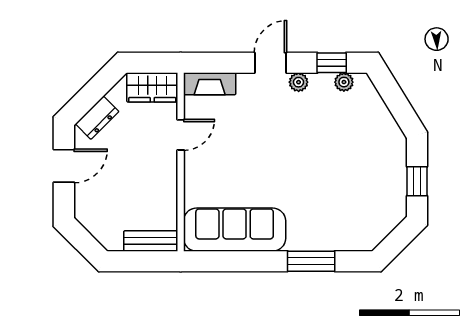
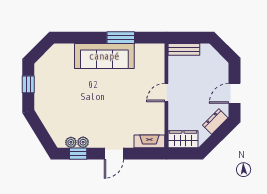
plant: (299, 82) -> (83, 142), moved
door: (181, 135) -> (166, 92), moved
sofa: (235, 230) -> (104, 56), moved
window: (311, 261) -> (121, 38), moved

